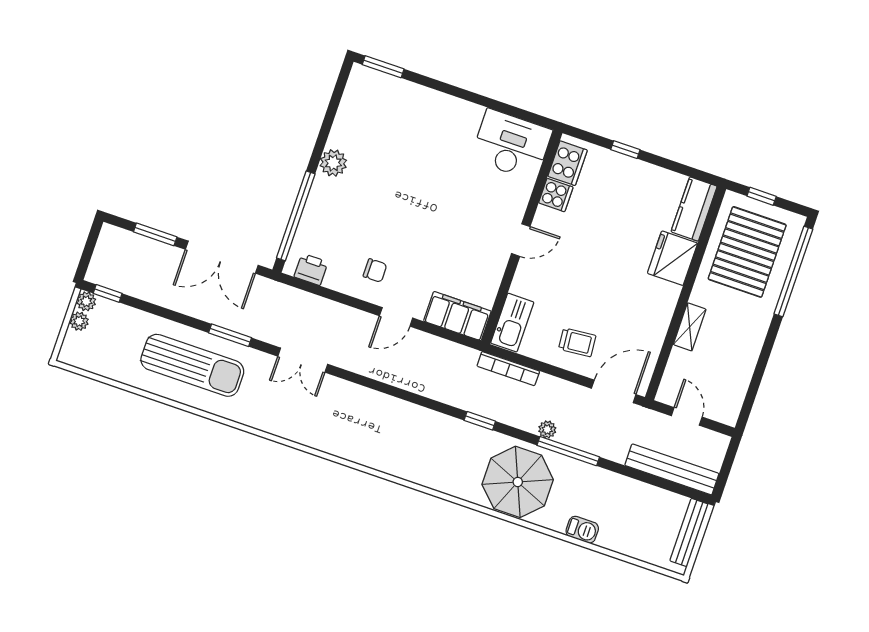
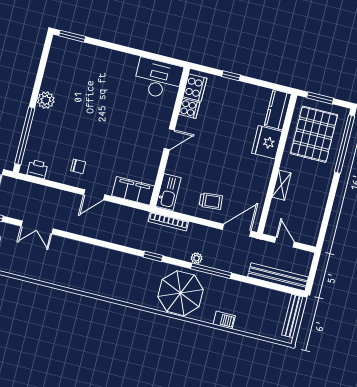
window: (762, 196) -> (320, 98), width x1.50

